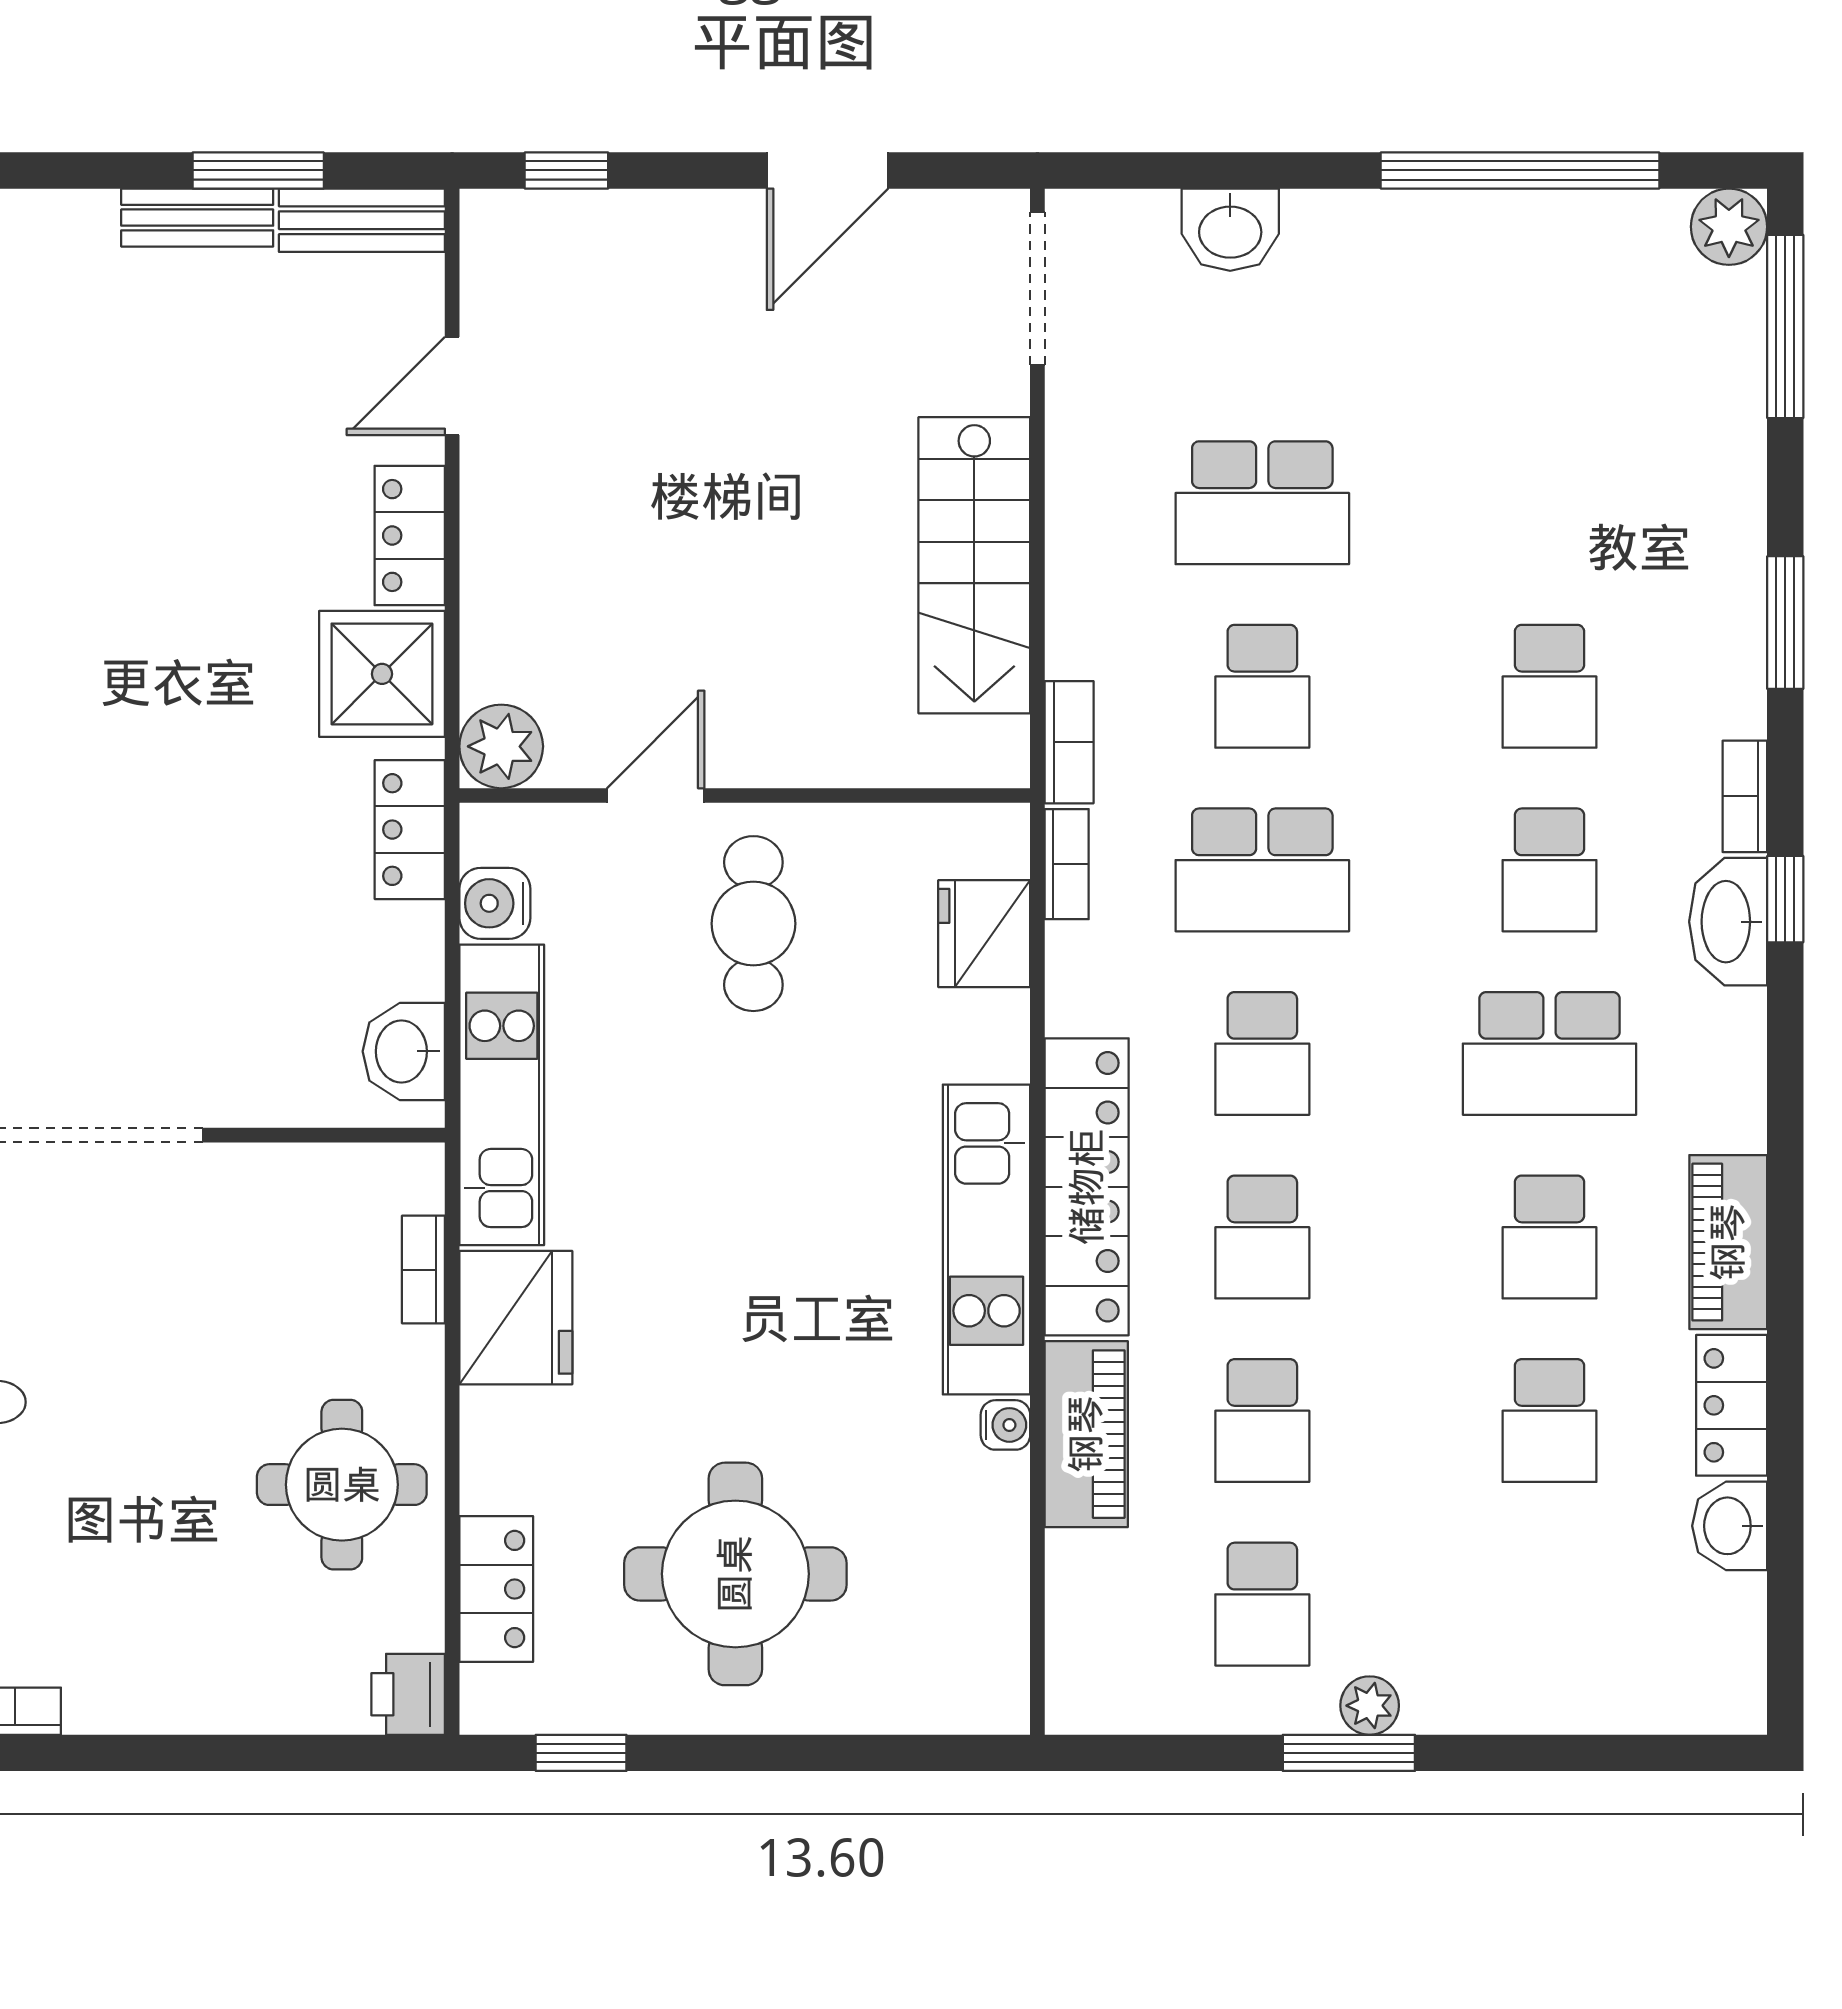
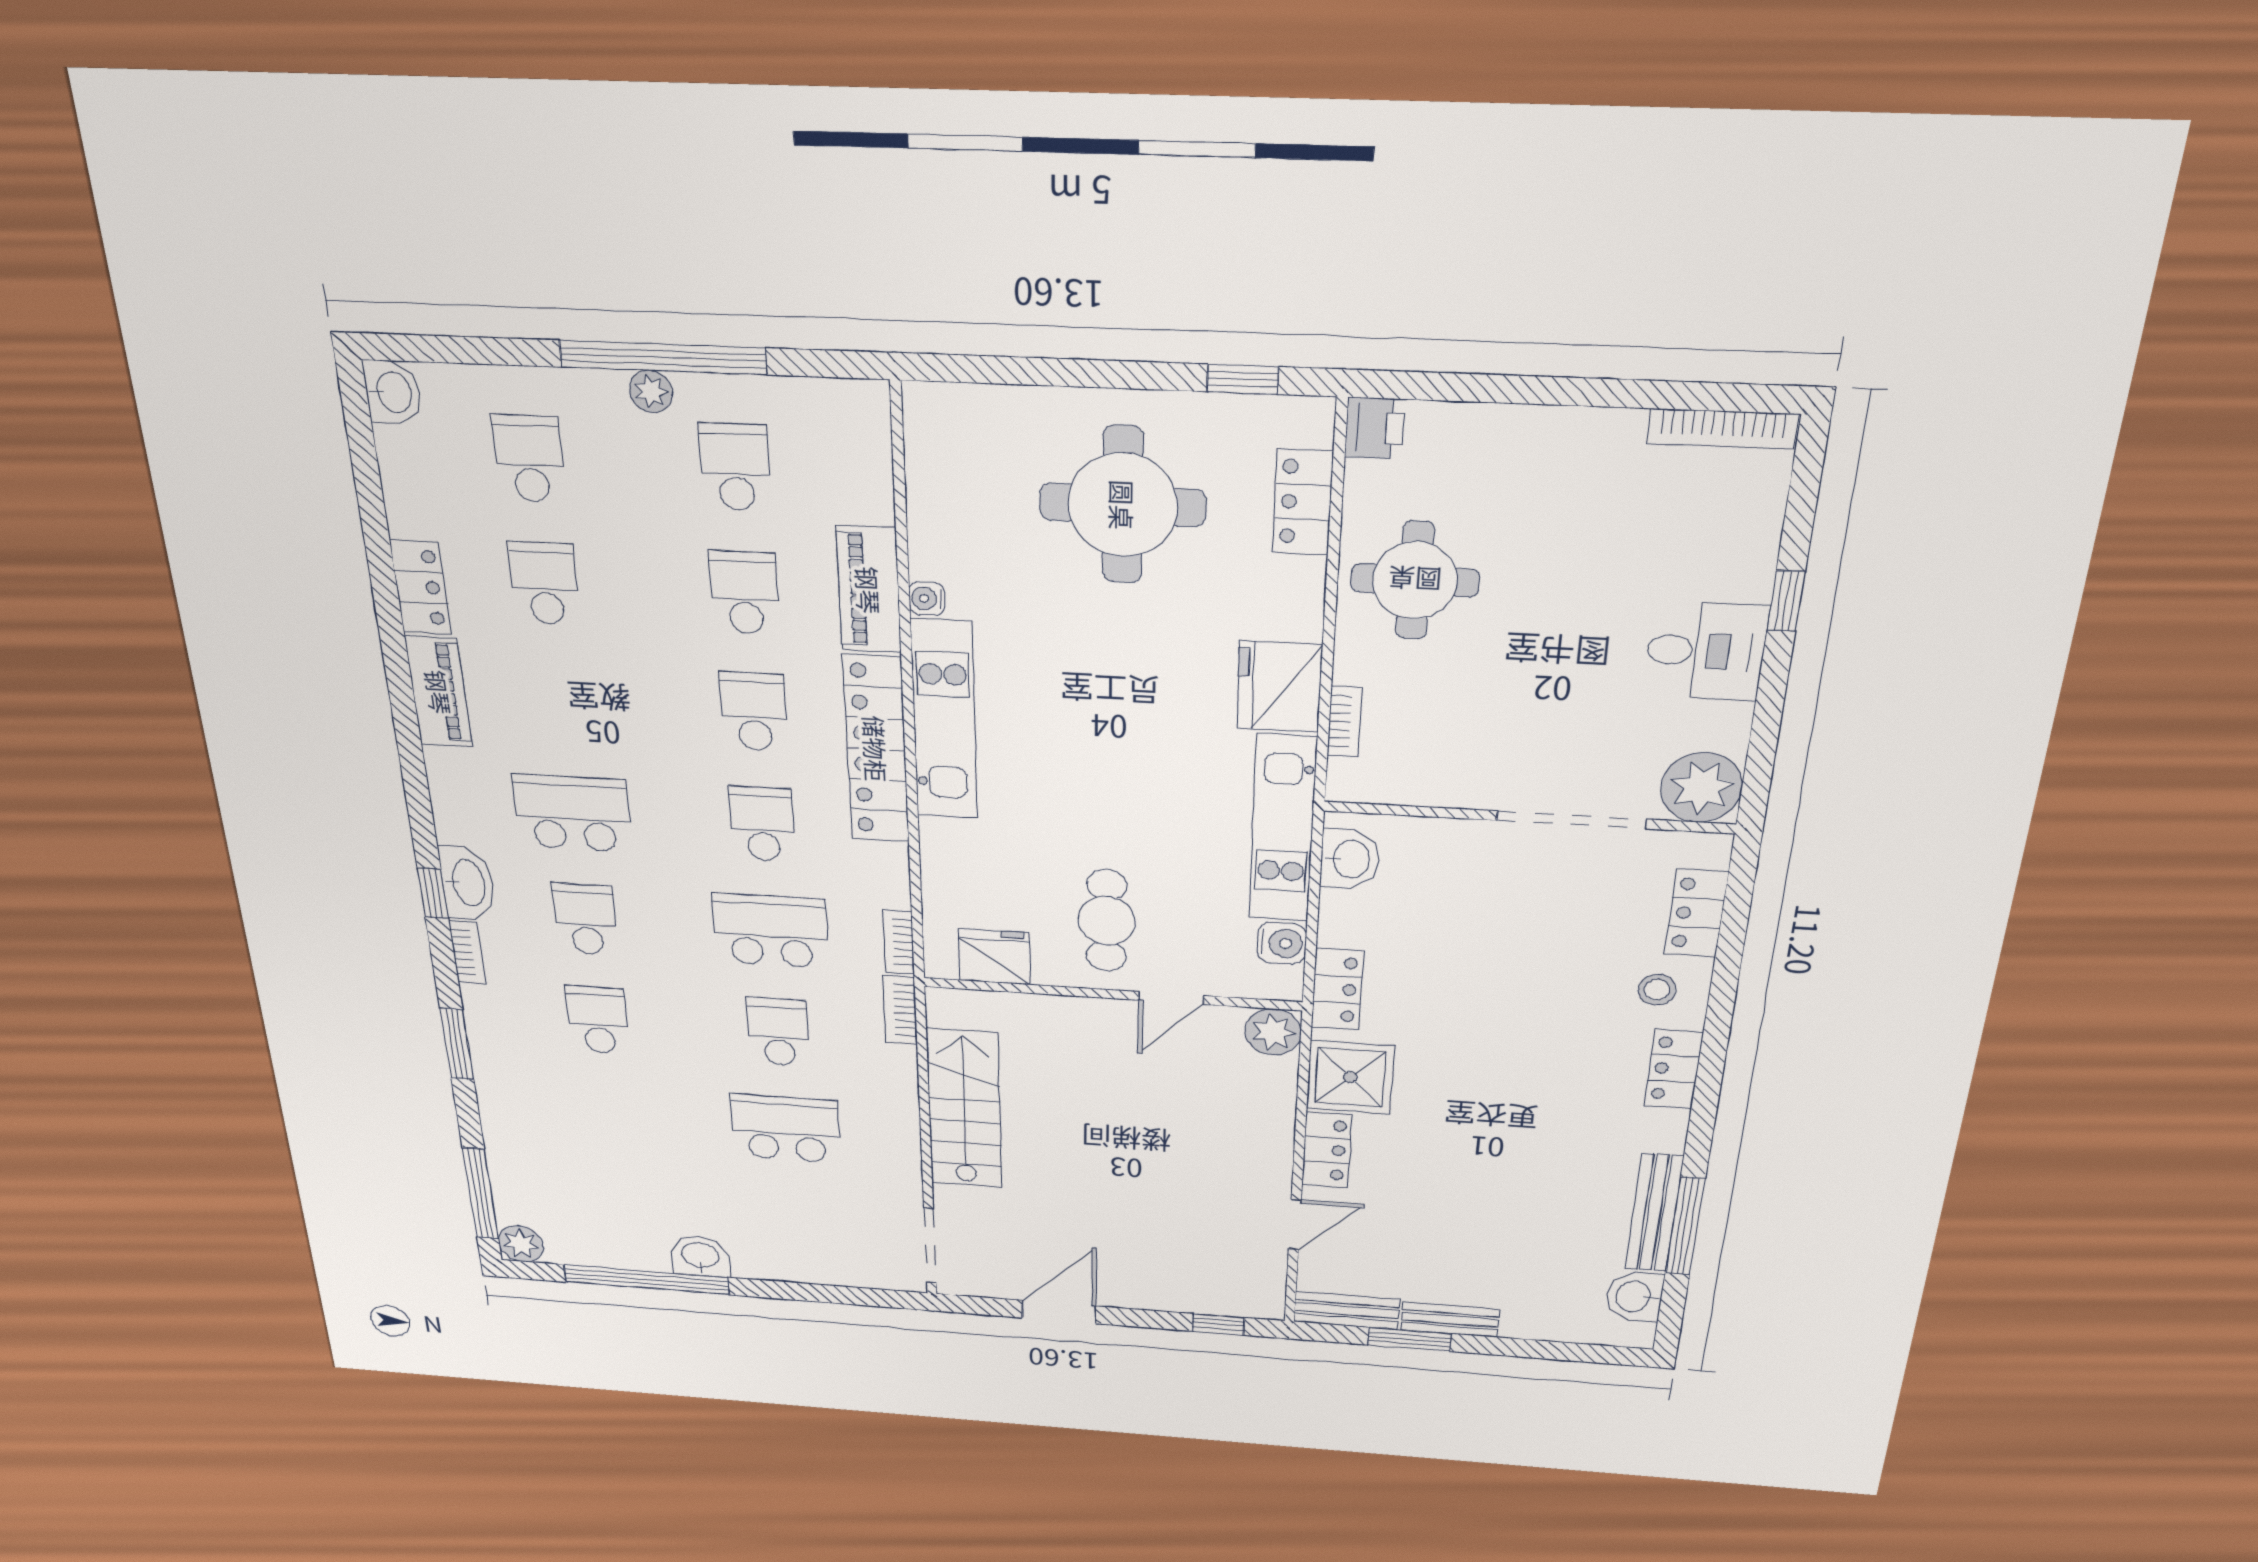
washbasin: (1230, 230) -> (700, 1256), moved
fridge: (984, 934) -> (994, 957), moved, turned -90
school desk: (1550, 1237) -> (529, 458), moved
washbasin: (1730, 1526) -> (393, 392), moved
window: (1349, 1753) -> (663, 358), width x2.11

